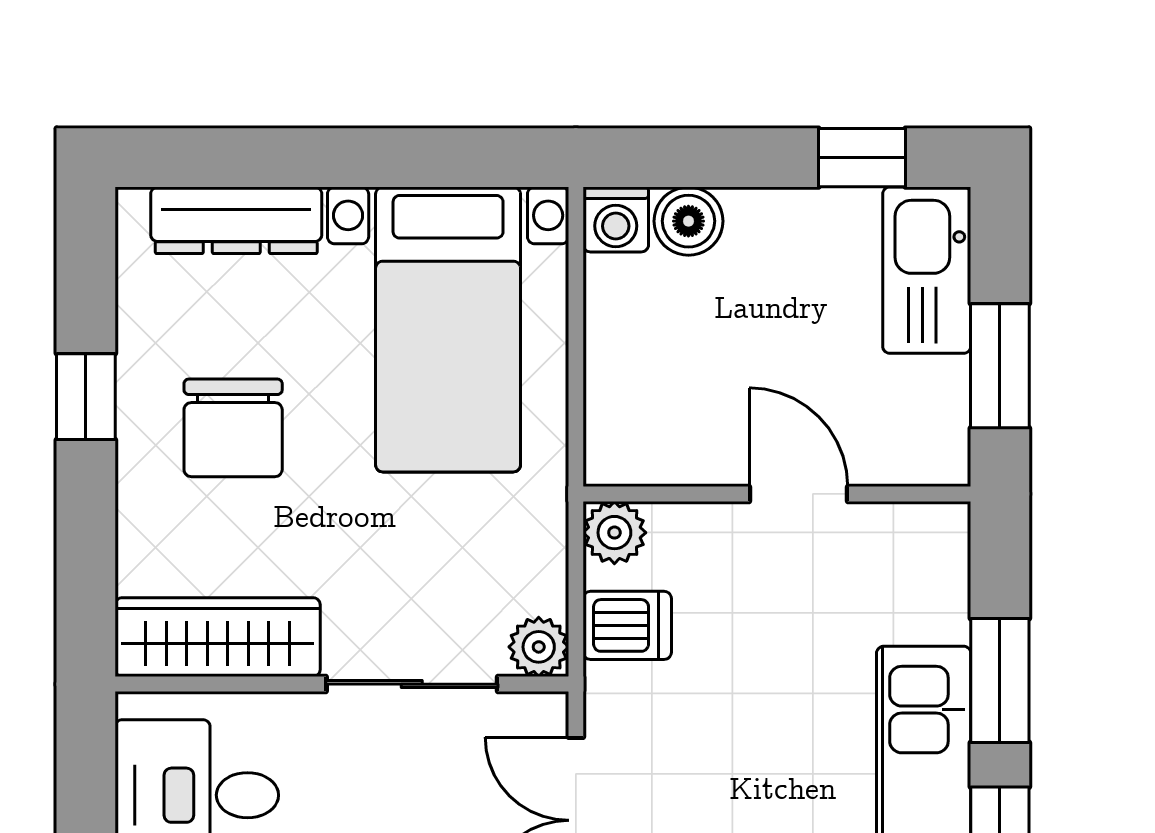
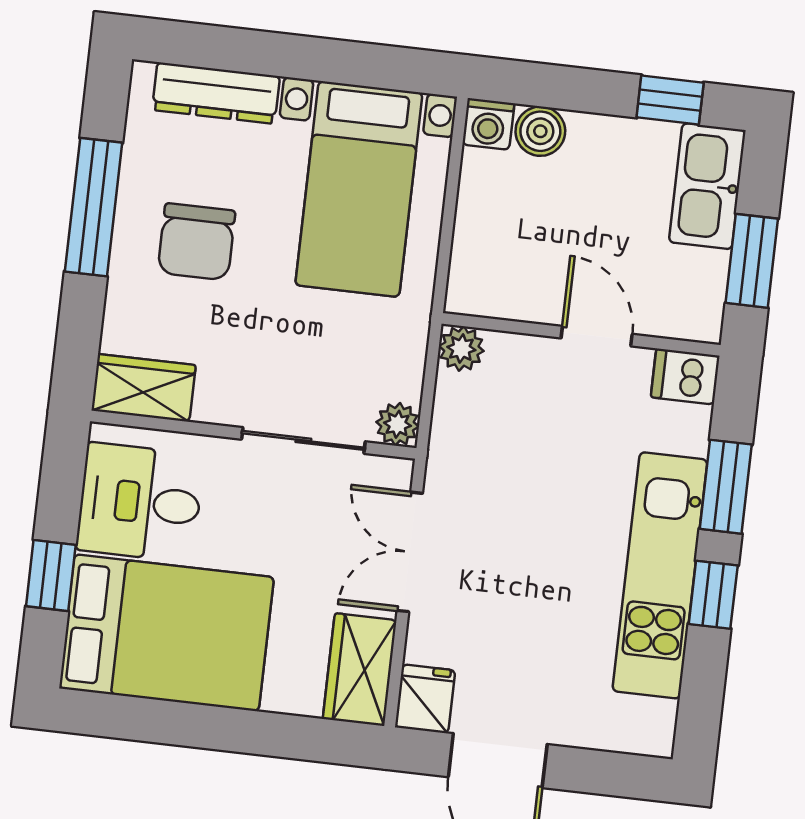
window: (86, 397) -> (94, 207), width x2.17
dishwasher: (627, 625) -> (685, 377), moved, turned 180
wardrobe: (218, 637) -> (144, 388), width x0.67

